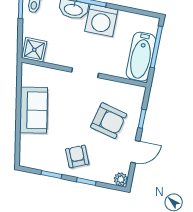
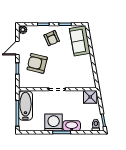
sofa: (34, 110) -> (80, 41), moved

